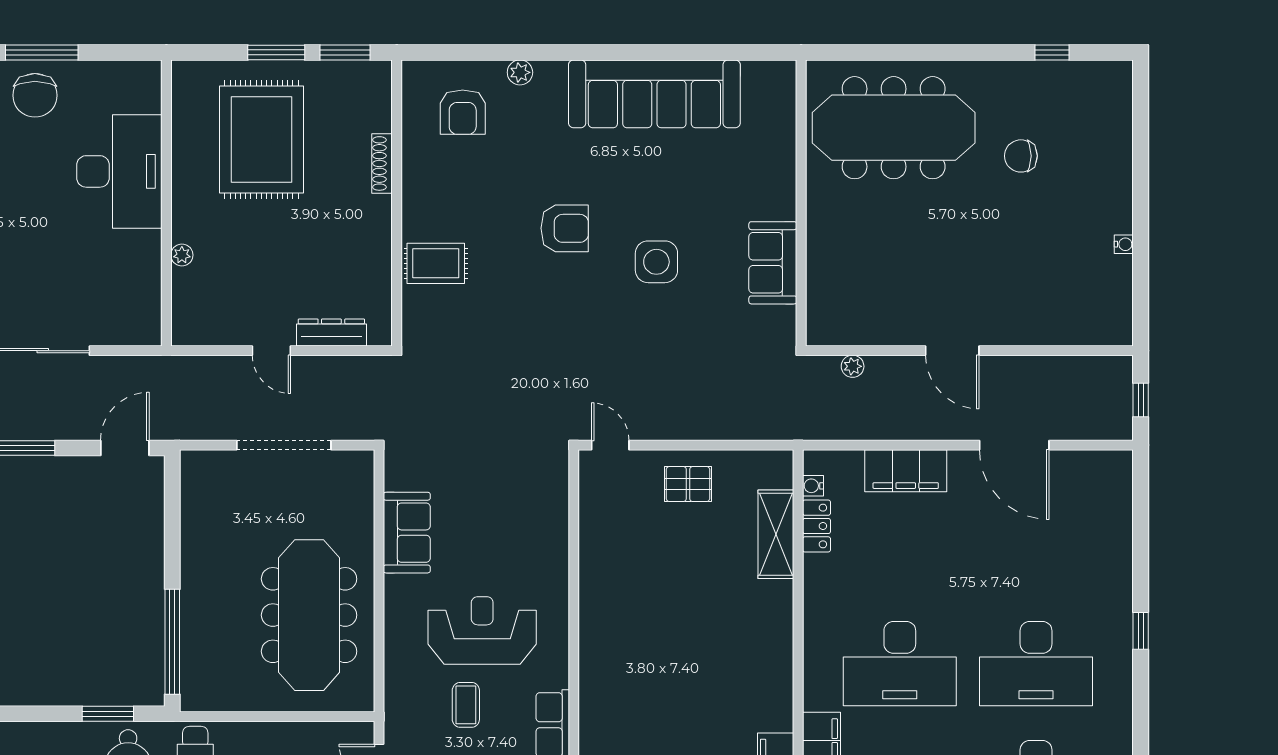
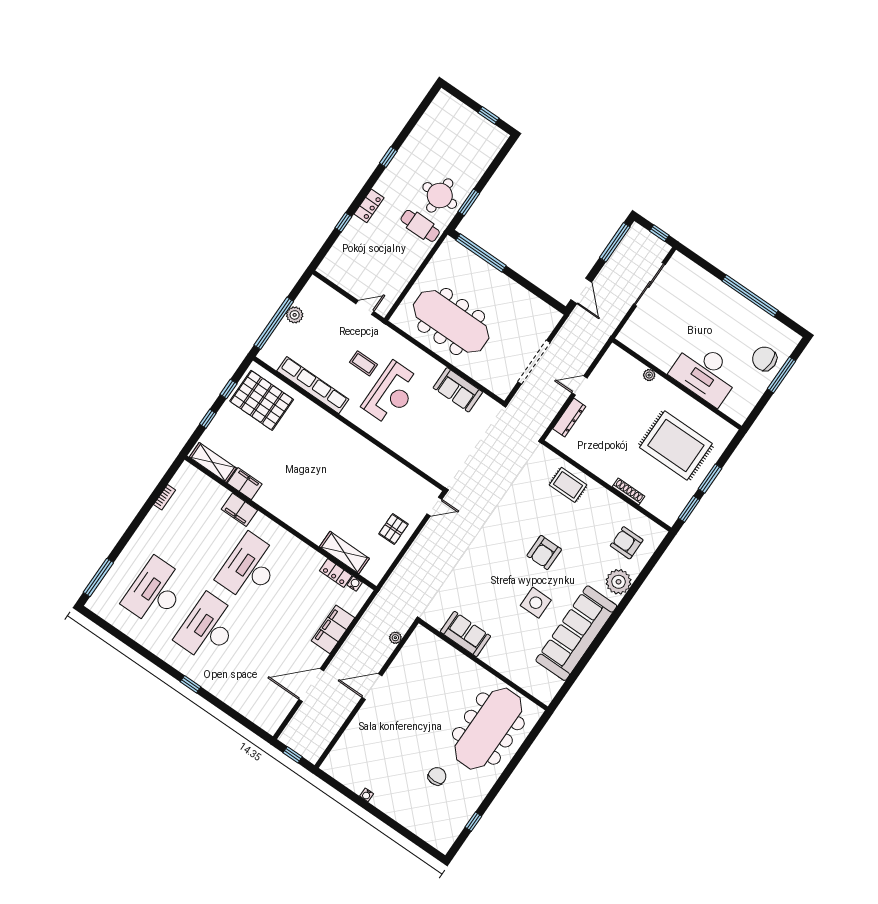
plant: (520, 72) -> (619, 582), width x1.87, depth x1.87
side table: (656, 262) -> (536, 603), moved
rug: (436, 263) -> (568, 485), turned 90

